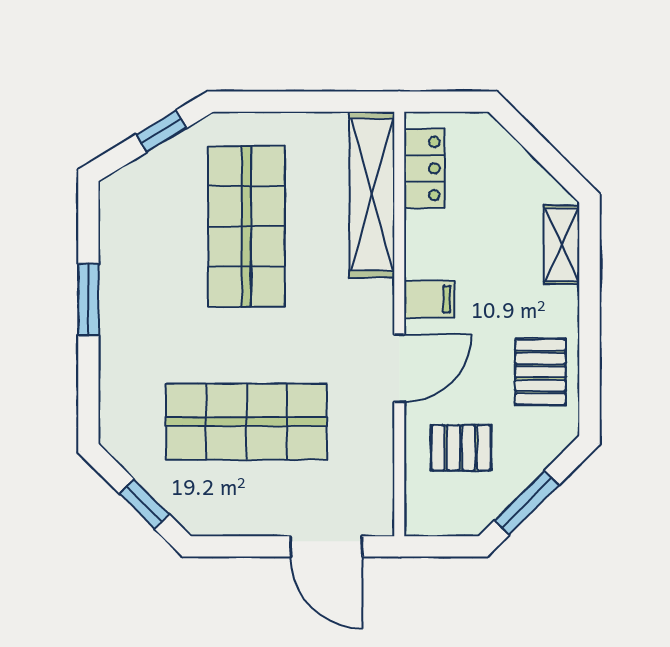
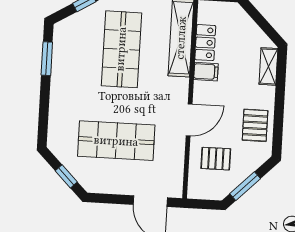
locker: (424, 168) -> (205, 43), moved
filing cabinet: (429, 299) -> (206, 72), moved
window: (88, 300) -> (47, 59), moved

